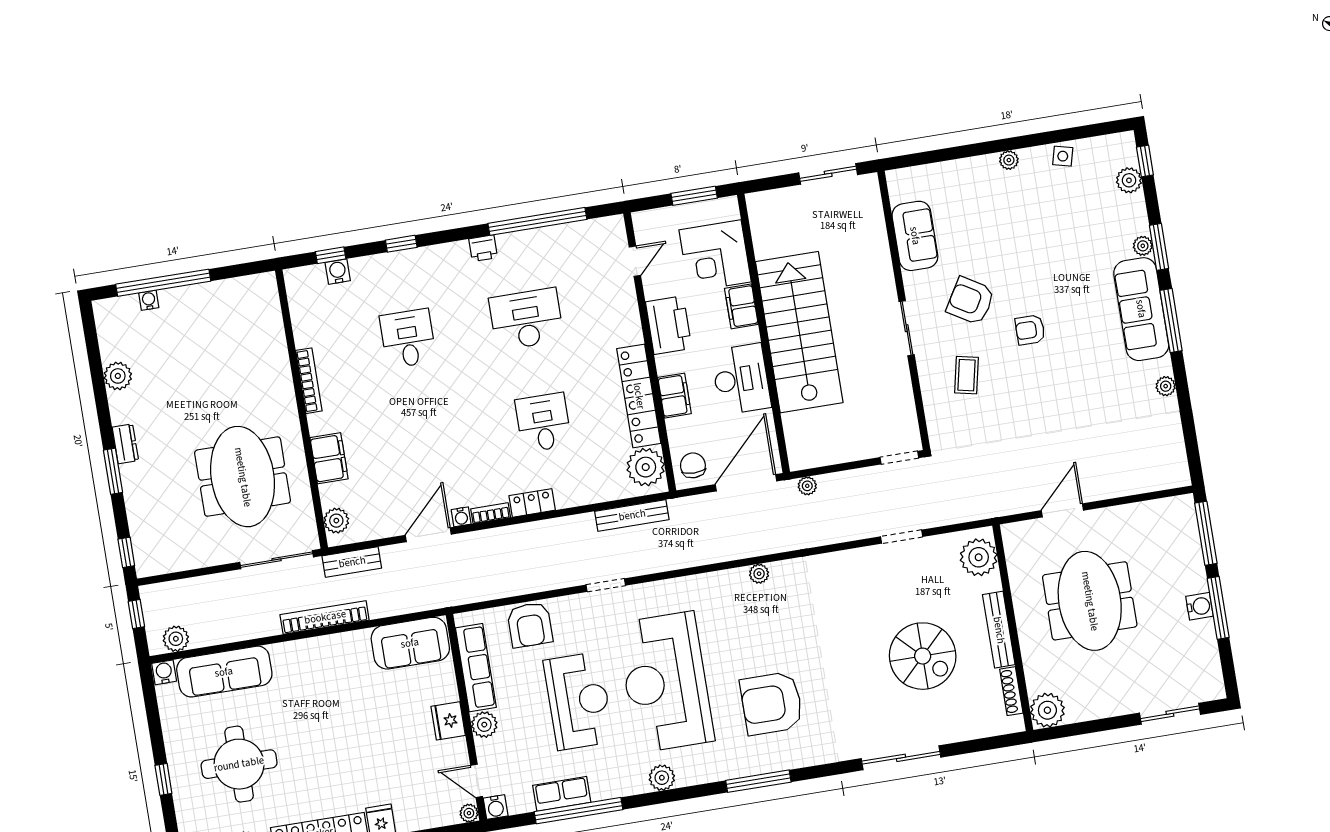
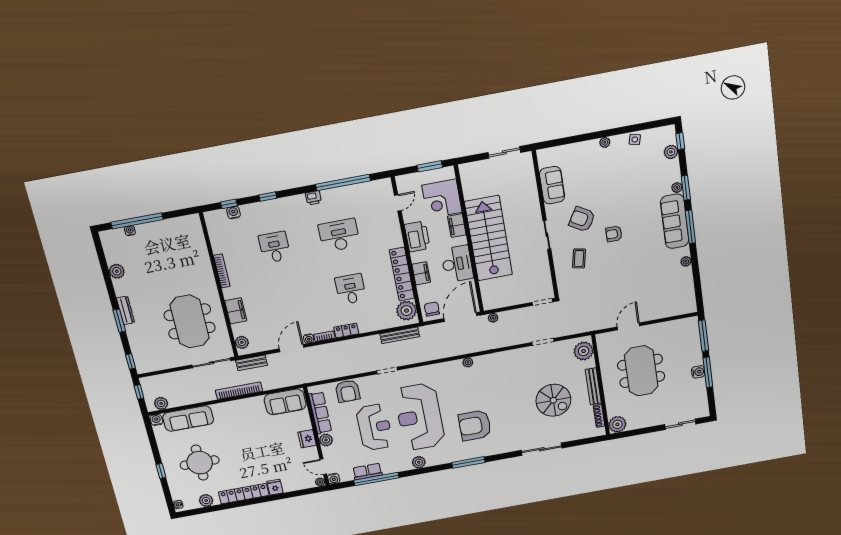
dresser: (125, 444) -> (126, 310), width x1.44

